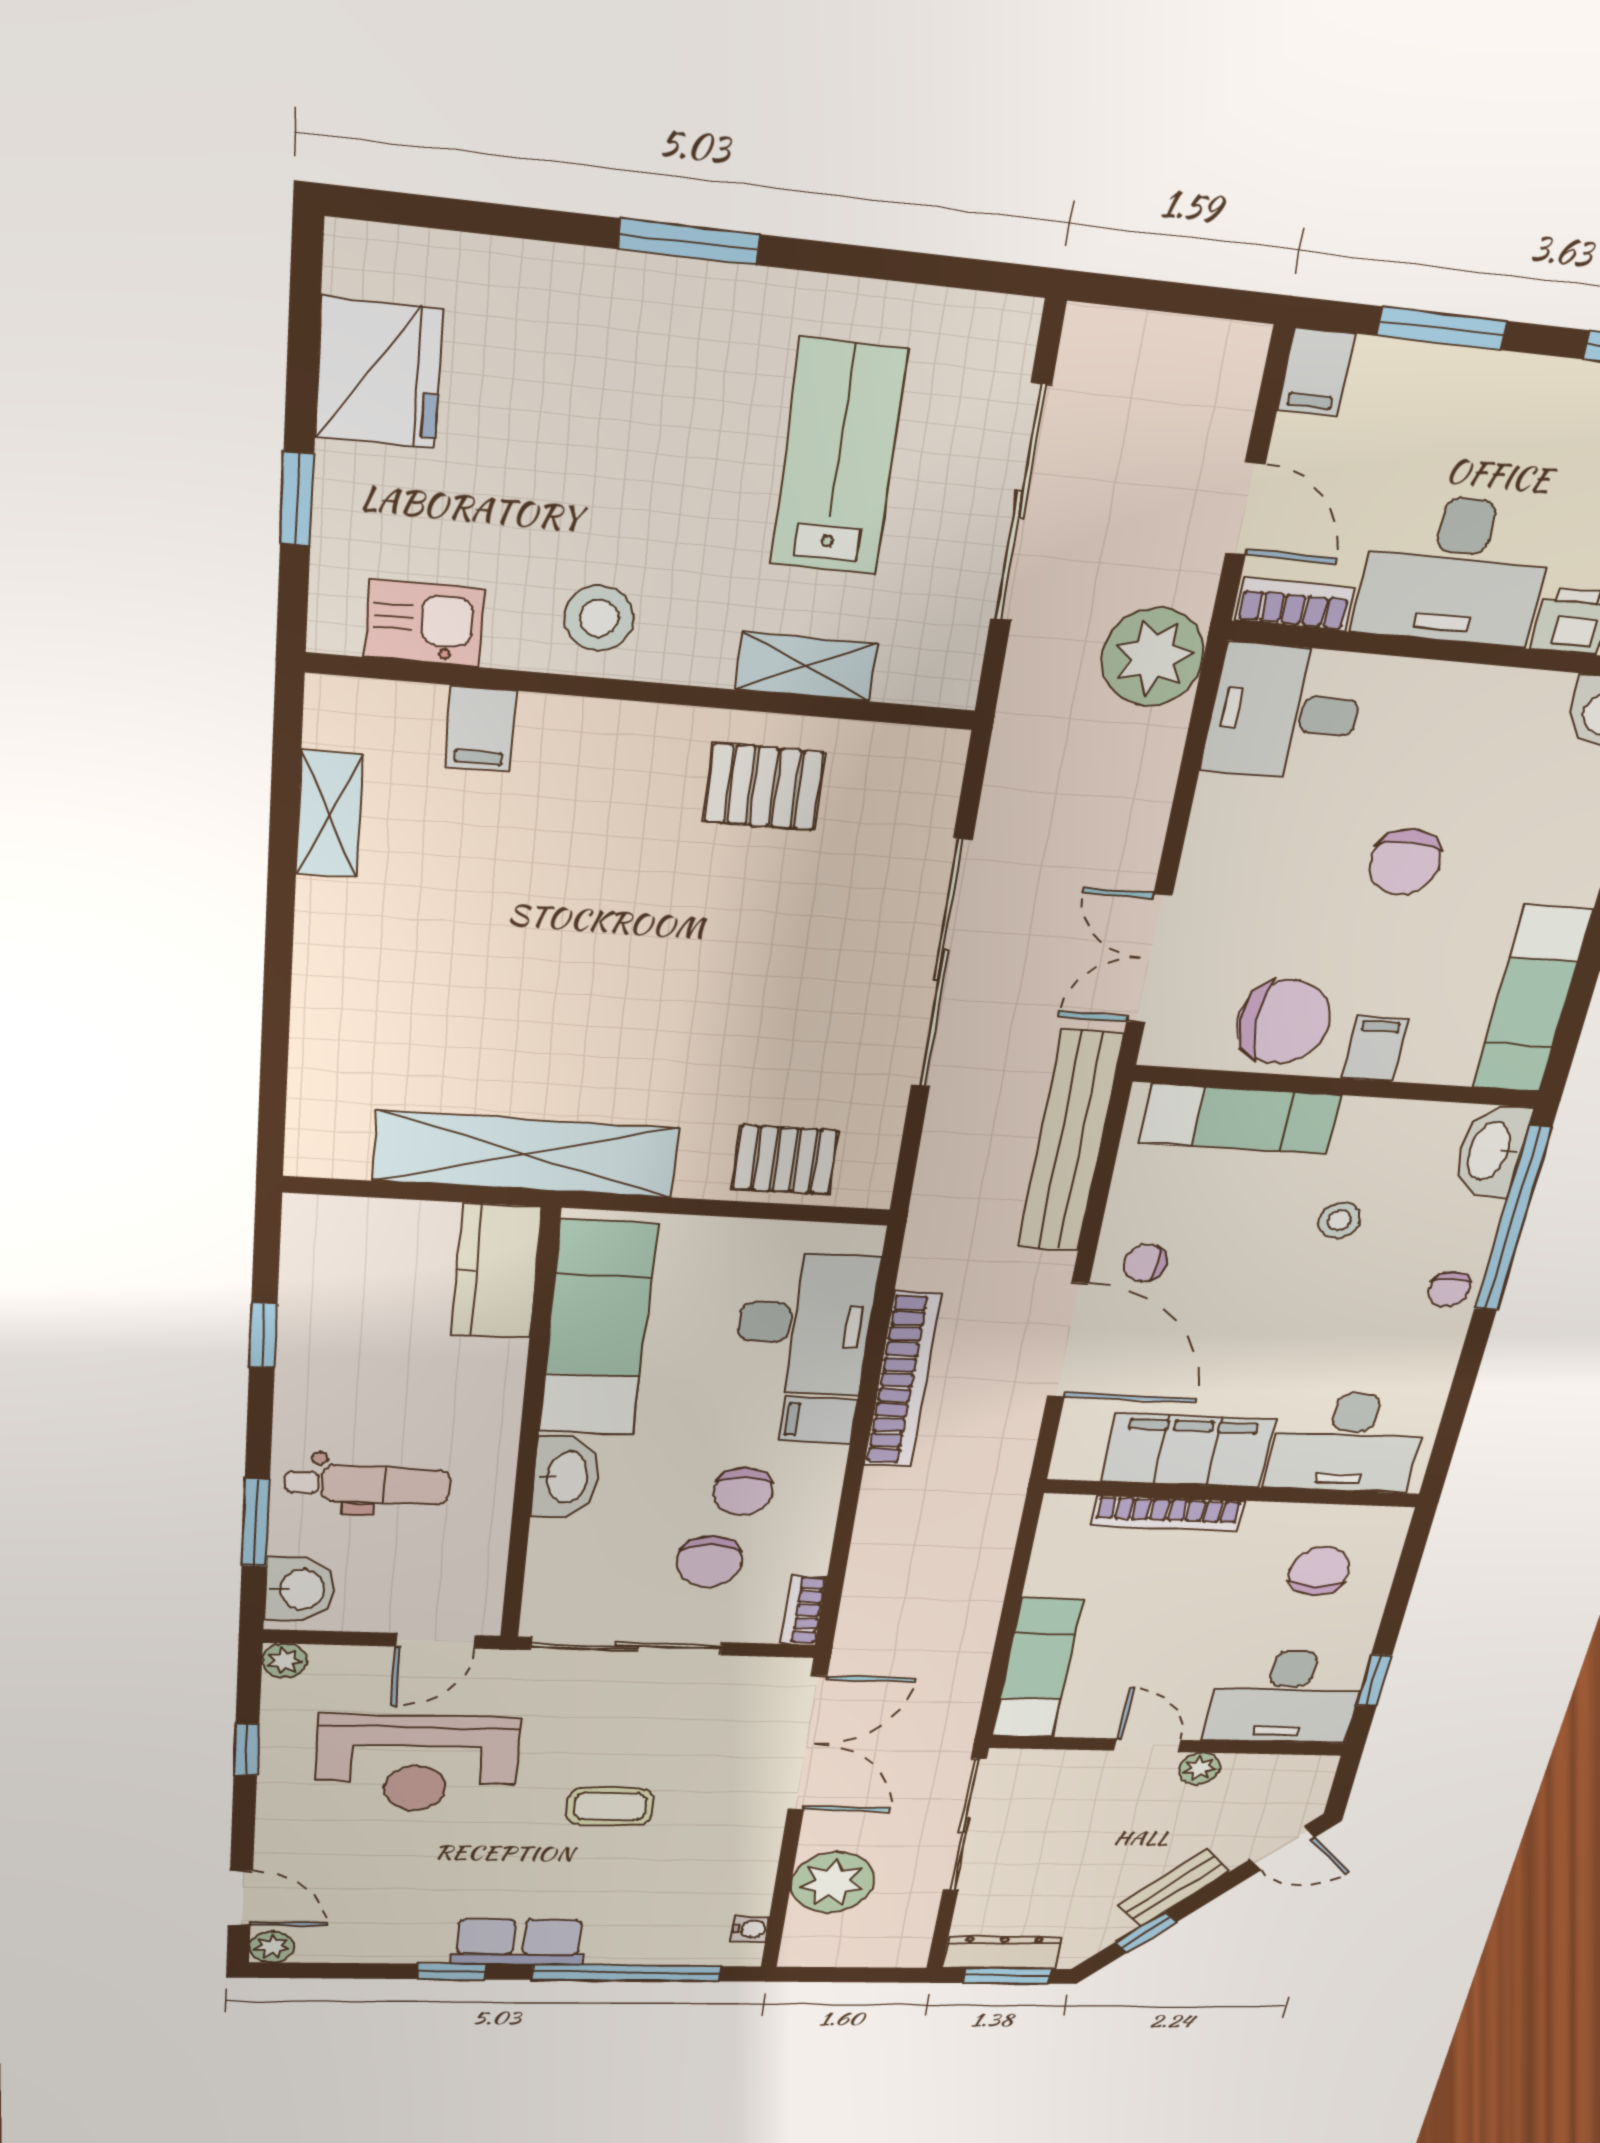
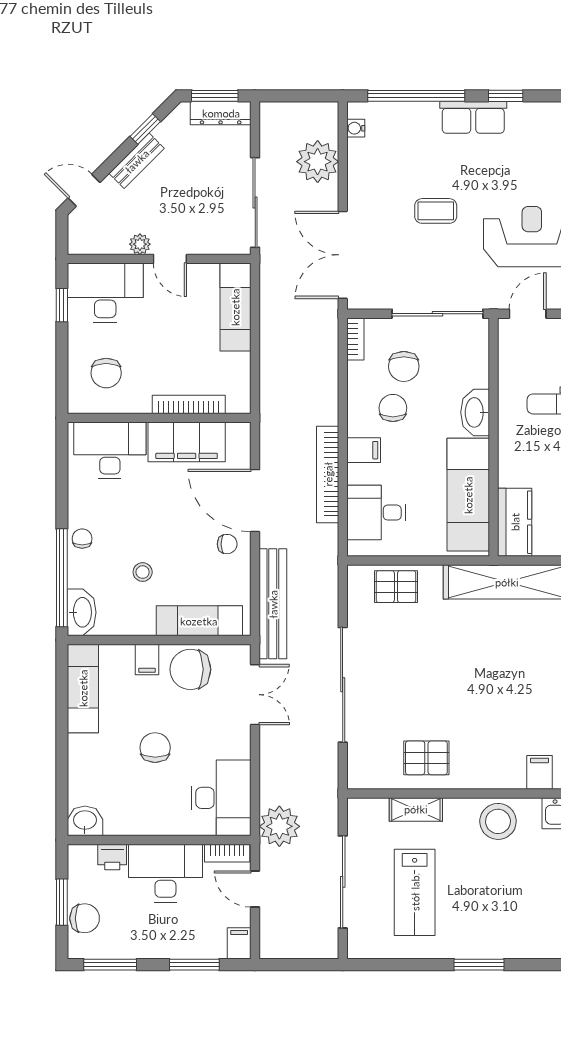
stool: (599, 618) -> (498, 821), width x1.38, depth x1.38
desk: (1285, 712) -> (221, 798), width x1.37
desk: (805, 1324) -> (376, 513), width x0.73
chair: (710, 1561) -> (404, 366), turned 180

